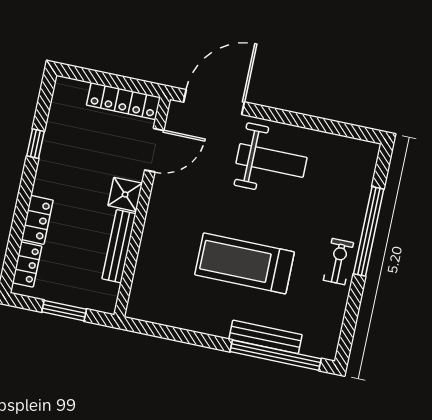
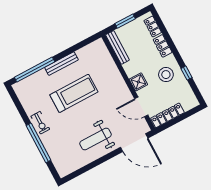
door: (214, 102) -> (134, 143), hinge flipped
door: (154, 150) -> (141, 107), hinge flipped
stool: (71, 169) -> (166, 75), added
bench: (119, 246) -> (117, 47), moved
bench: (265, 337) -> (61, 64), moved

